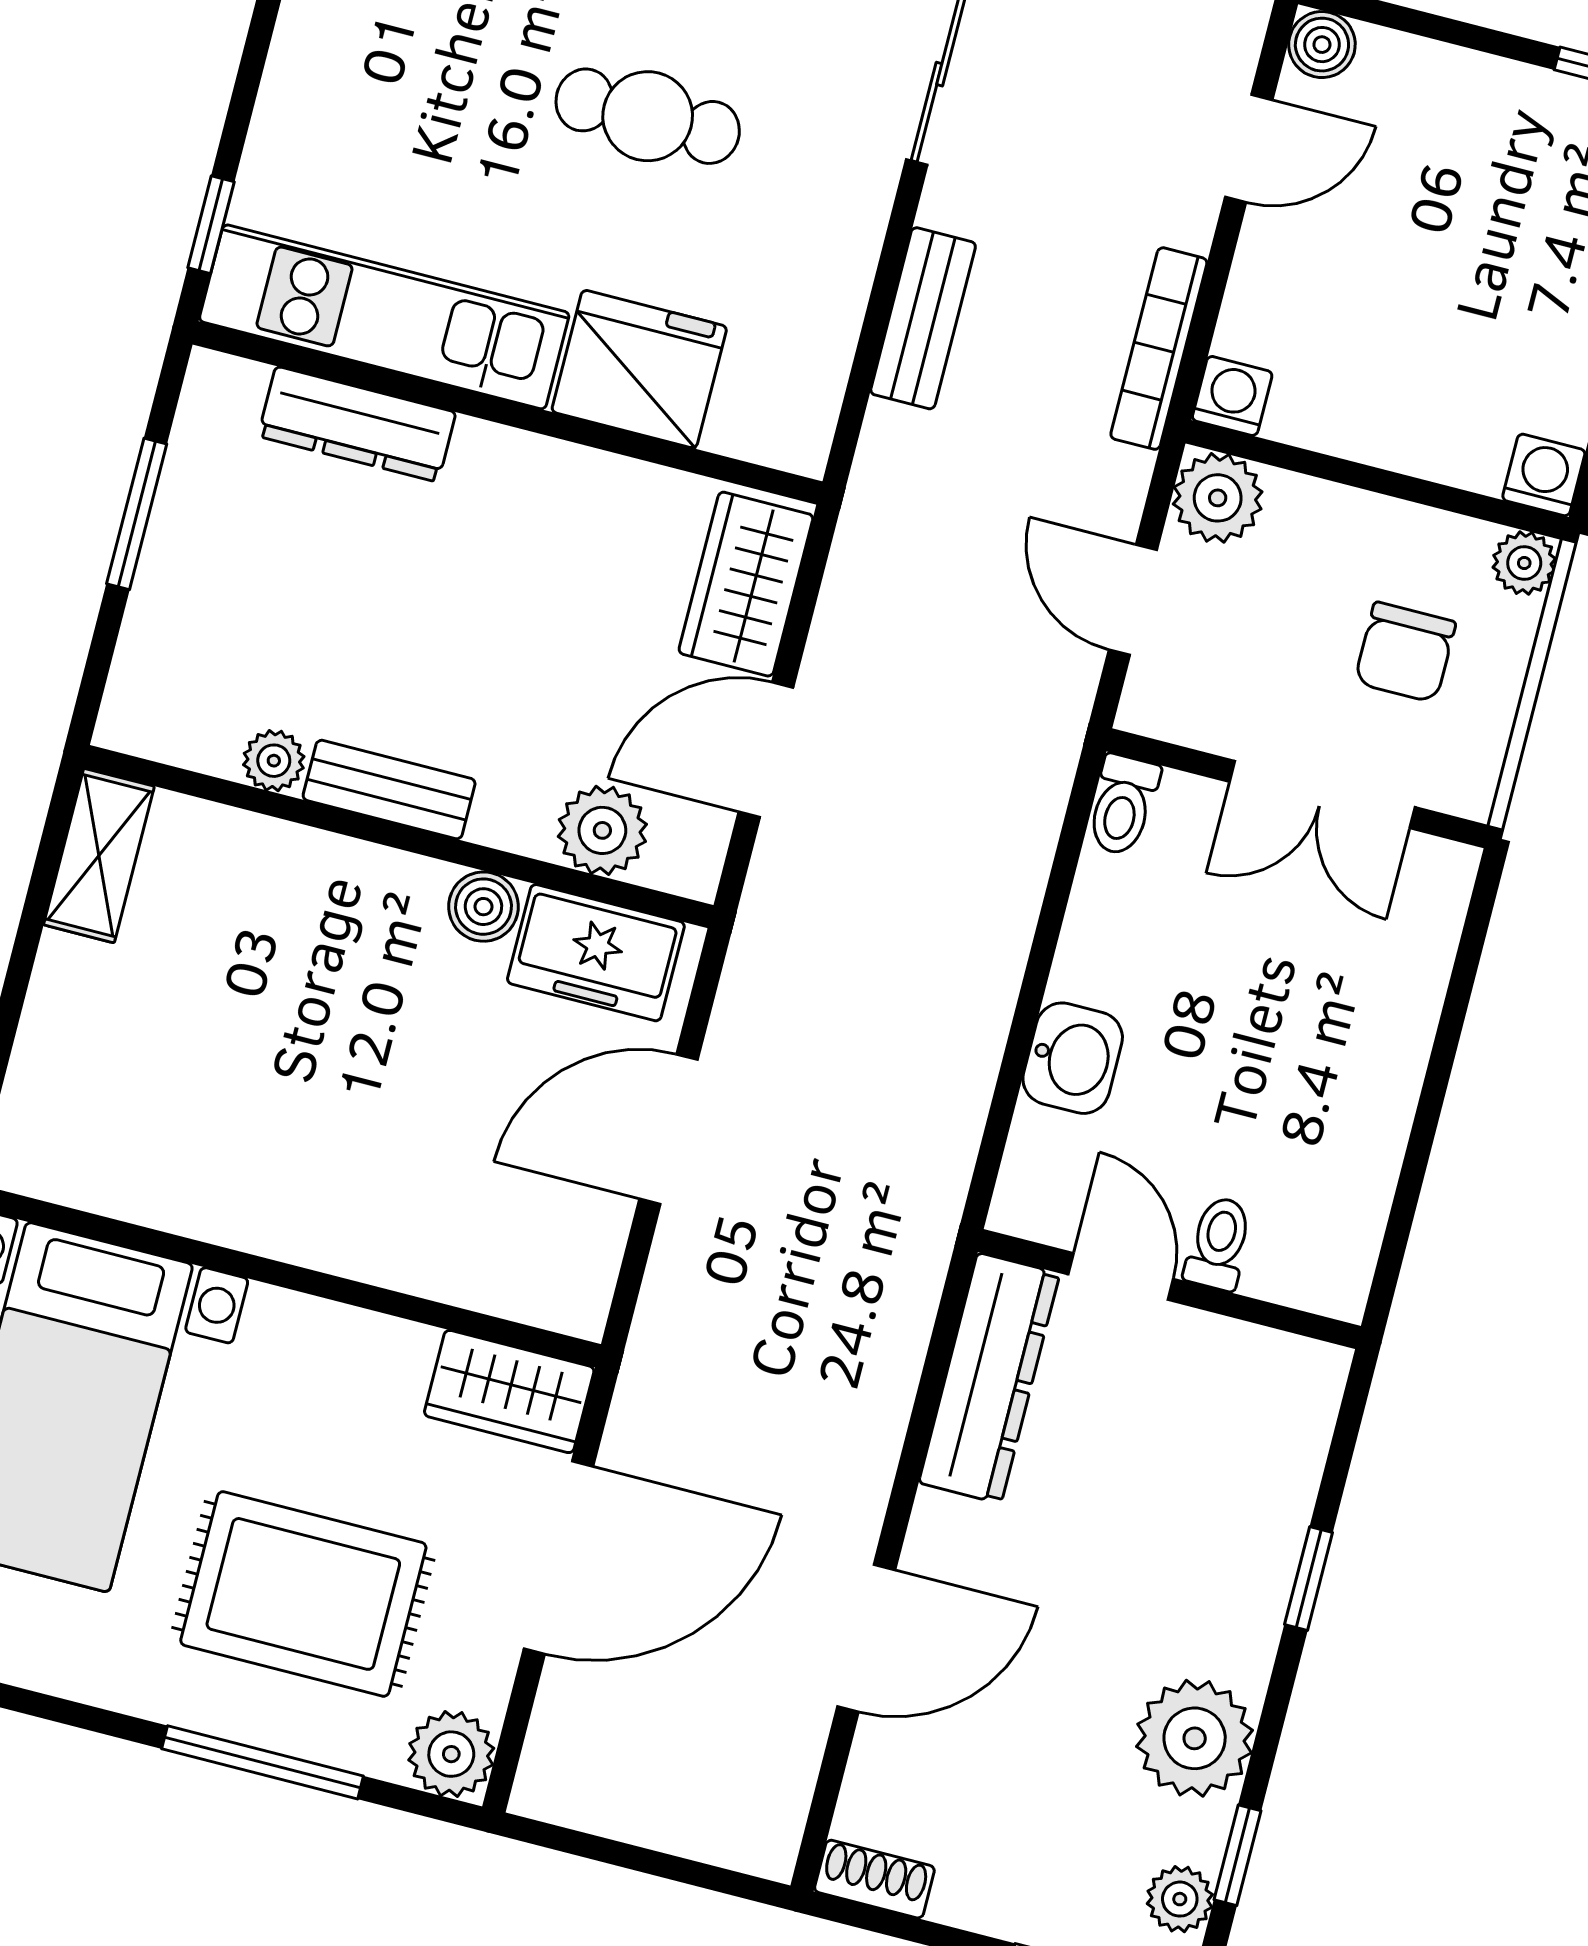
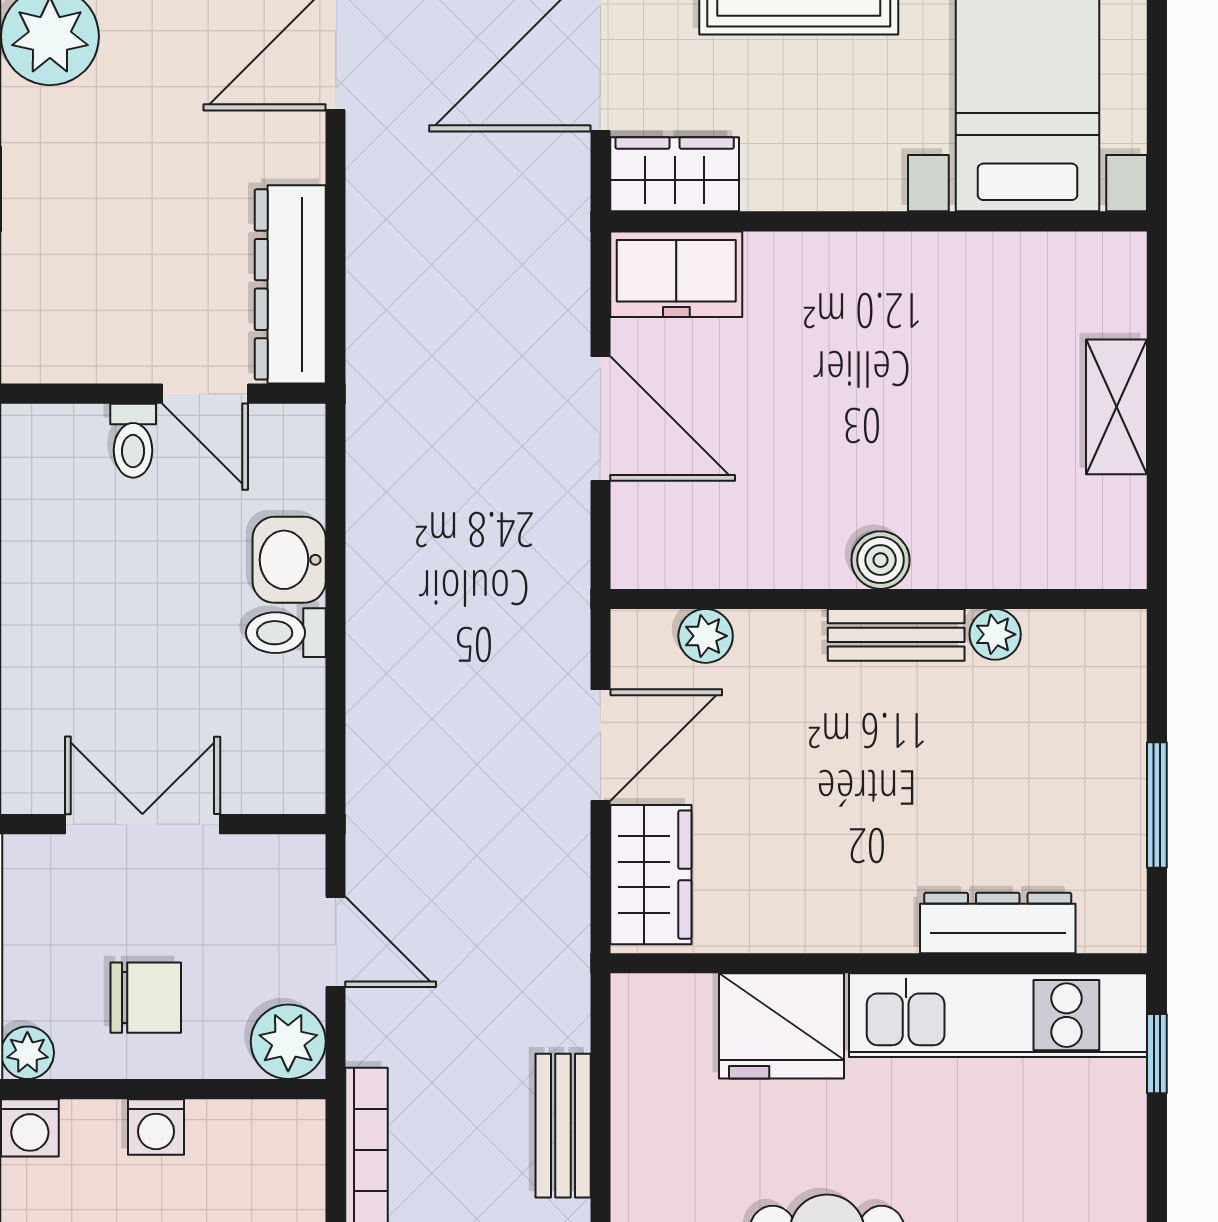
washing machine: (1232, 396) -> (156, 1127), moved
chair: (1405, 652) -> (146, 998), moved, turned 90
toilet: (1123, 805) -> (286, 633), moved, turned -90
plant: (602, 830) -> (706, 636), width x0.73, depth x0.73
shelving: (99, 856) -> (1117, 407), moved
boiler: (483, 907) -> (880, 560), moved
freezer: (596, 953) -> (676, 274), moved, turned 180
door: (668, 1129) -> (600, 419), hinge flipped

